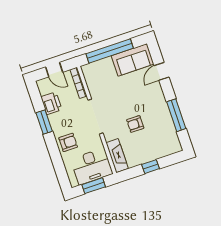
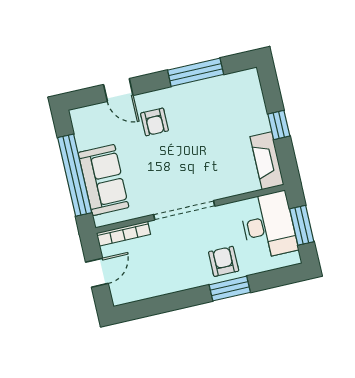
sofa: (133, 60) -> (103, 180), moved
printer: (51, 103) -> (154, 283), removed
window: (44, 122) -> (230, 289), moved
armchair: (135, 124) -> (154, 122), moved
fireplace: (117, 156) -> (267, 161), moved, turned -90

